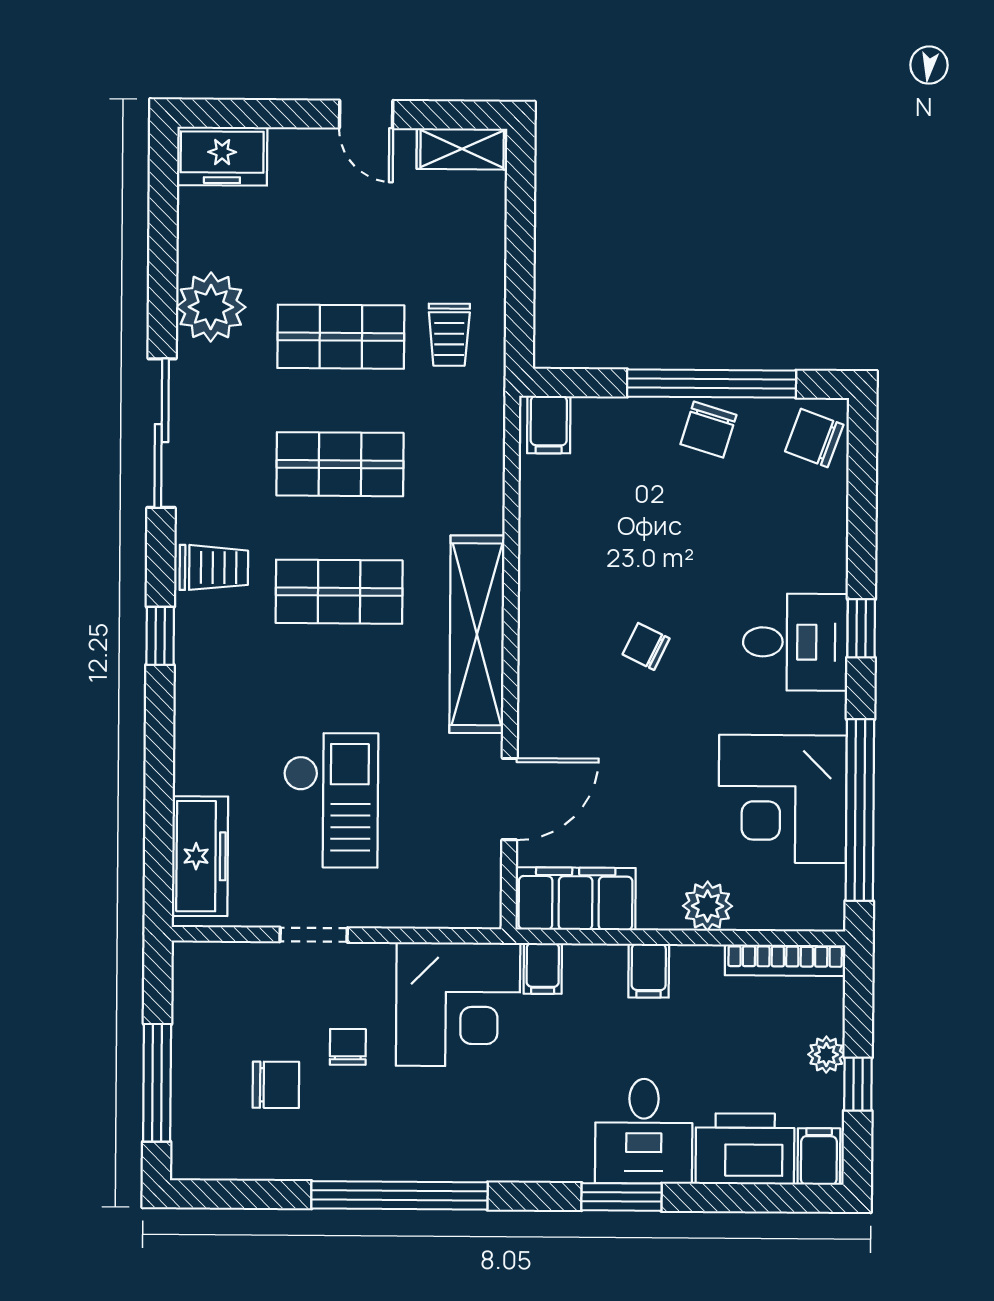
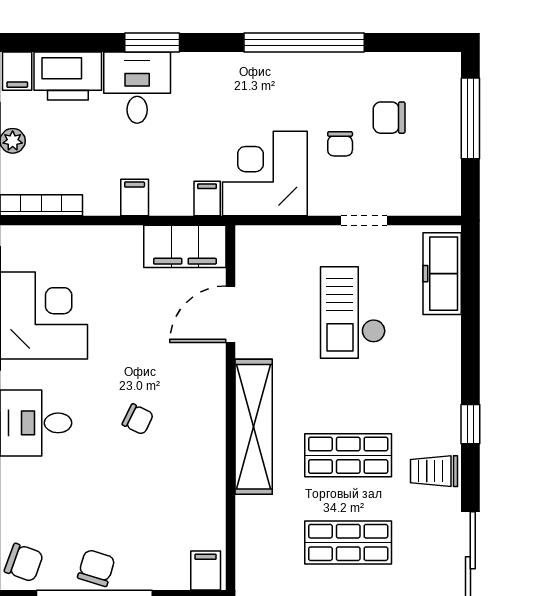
plant: (707, 906) -> (95, 242), removed

